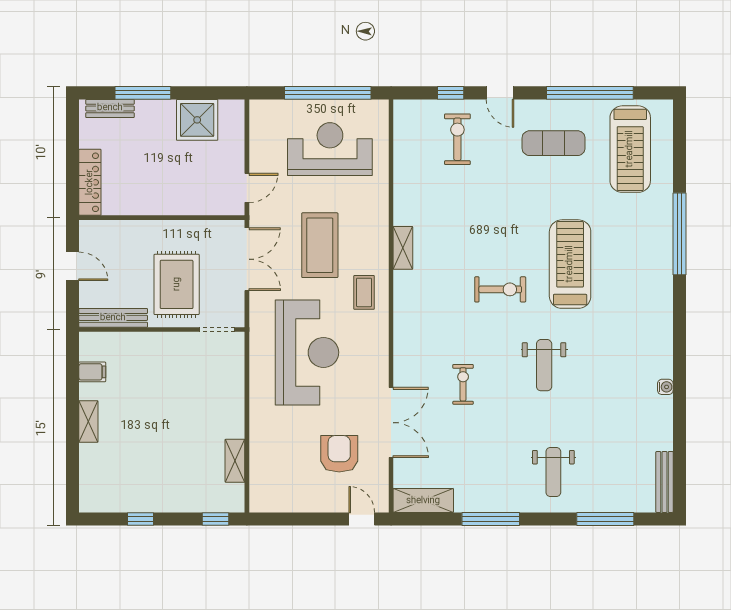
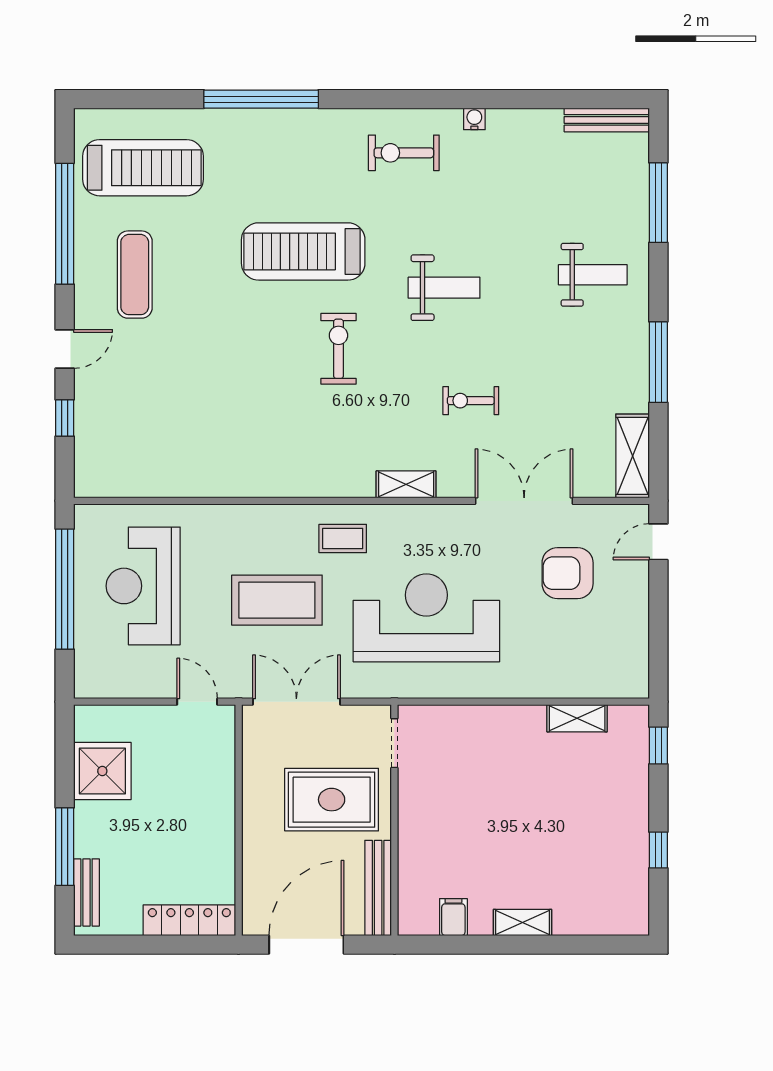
exercise bike: (457, 139) -> (404, 153), moved
shelving: (403, 248) -> (406, 484), moved
door: (73, 266) -> (306, 945), width x1.87

